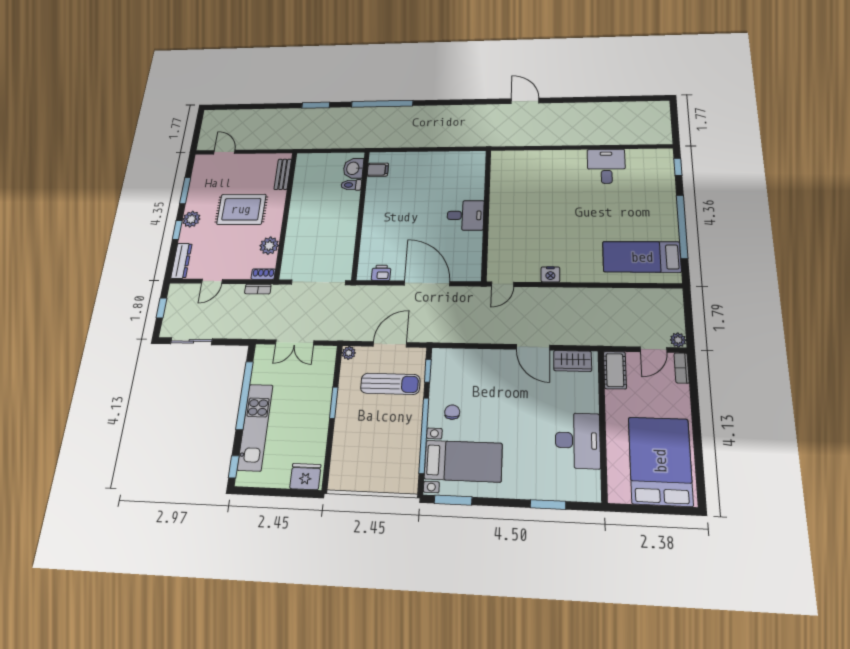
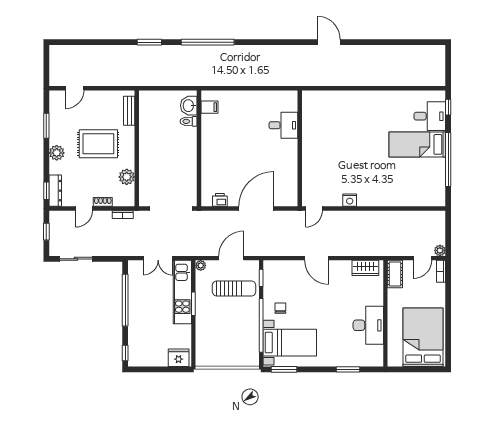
door: (224, 152) -> (75, 88), swing flipped
desk: (606, 166) -> (430, 116), moved, turned 90
desk: (465, 215) -> (283, 125), moved
window: (177, 230) -> (46, 191), moved
bed: (642, 257) -> (417, 144), moved
shoe rack: (263, 274) -> (103, 202), moved
door: (427, 283) -> (256, 208), hinge flipped
door: (533, 347) -> (317, 258), moved
kitchen unit: (255, 427) -> (182, 292), moved, turned 180

